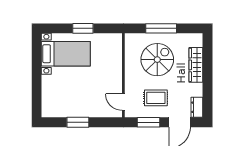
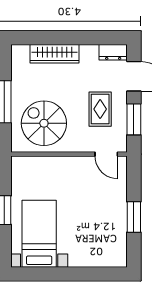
spiral stairs: (157, 60) -> (44, 123), moved
door: (123, 102) -> (106, 154), hinge flipped

